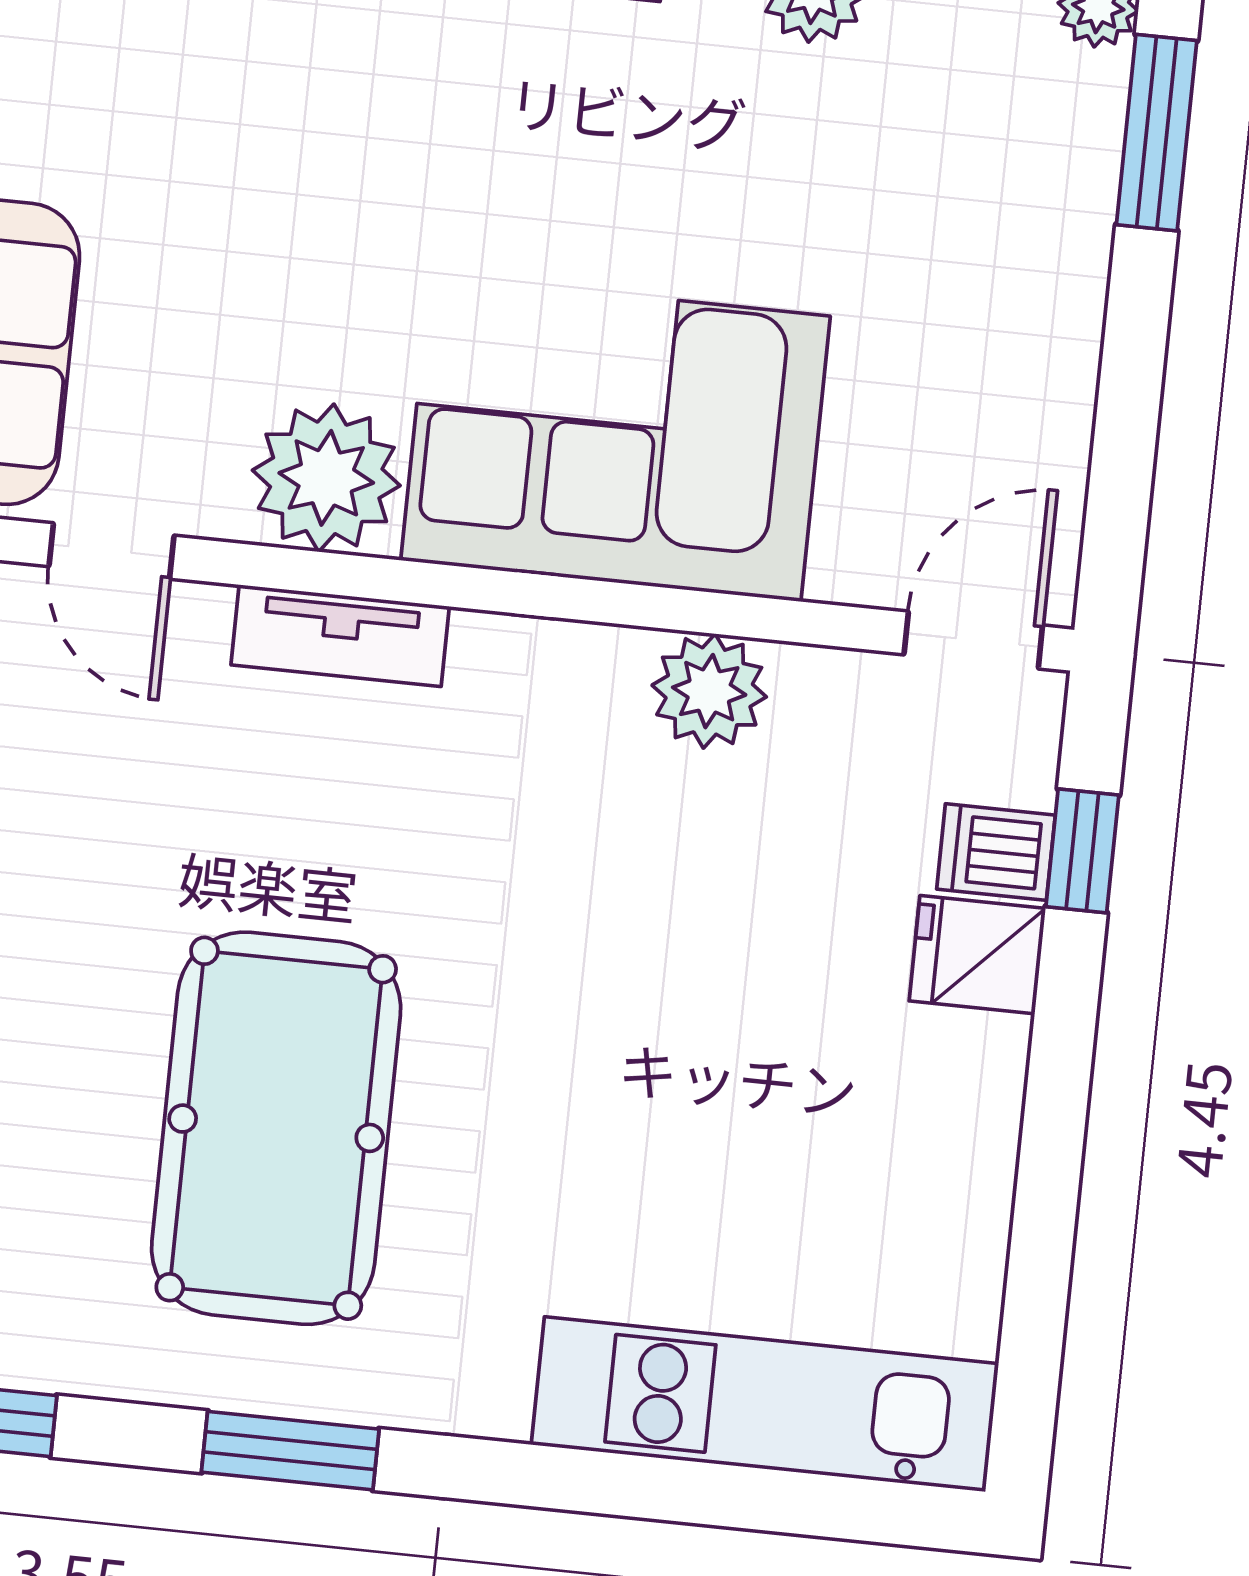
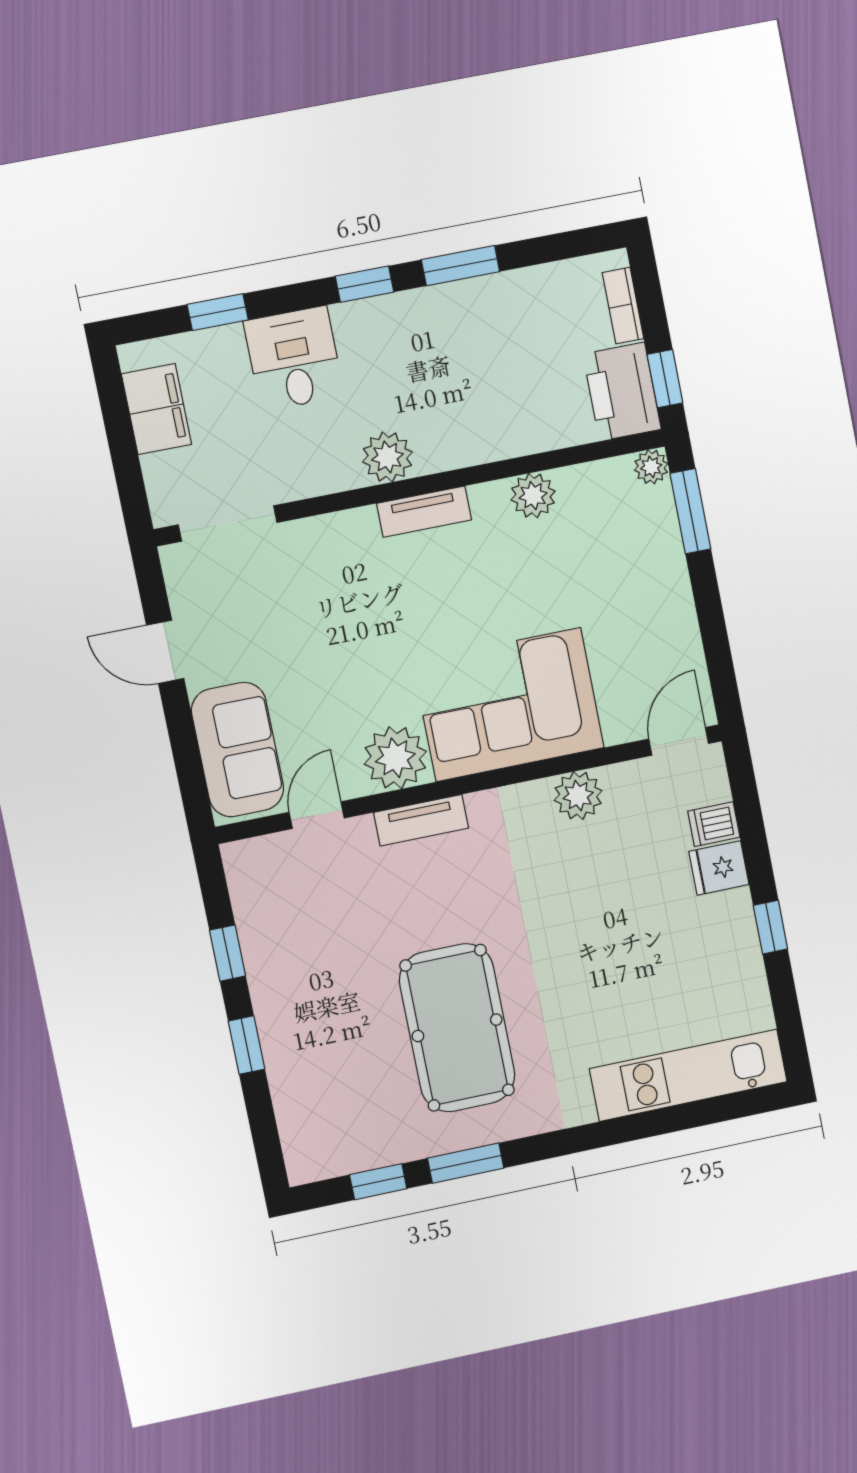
door: (112, 551) -> (317, 815), swing flipped
window: (1082, 851) -> (770, 927), moved
window: (290, 1451) -> (466, 1163), moved

